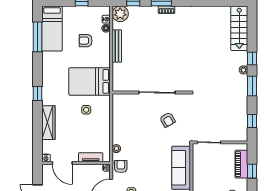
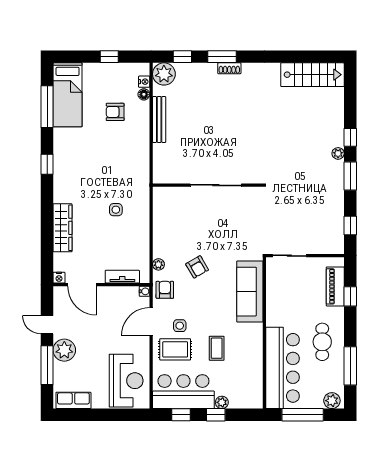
stairs: (239, 28) -> (312, 75), moved, turned -90
bed: (90, 81) -> (121, 170), removed
window: (37, 94) -> (47, 164), moved
armchair: (168, 120) -> (197, 267), moved

